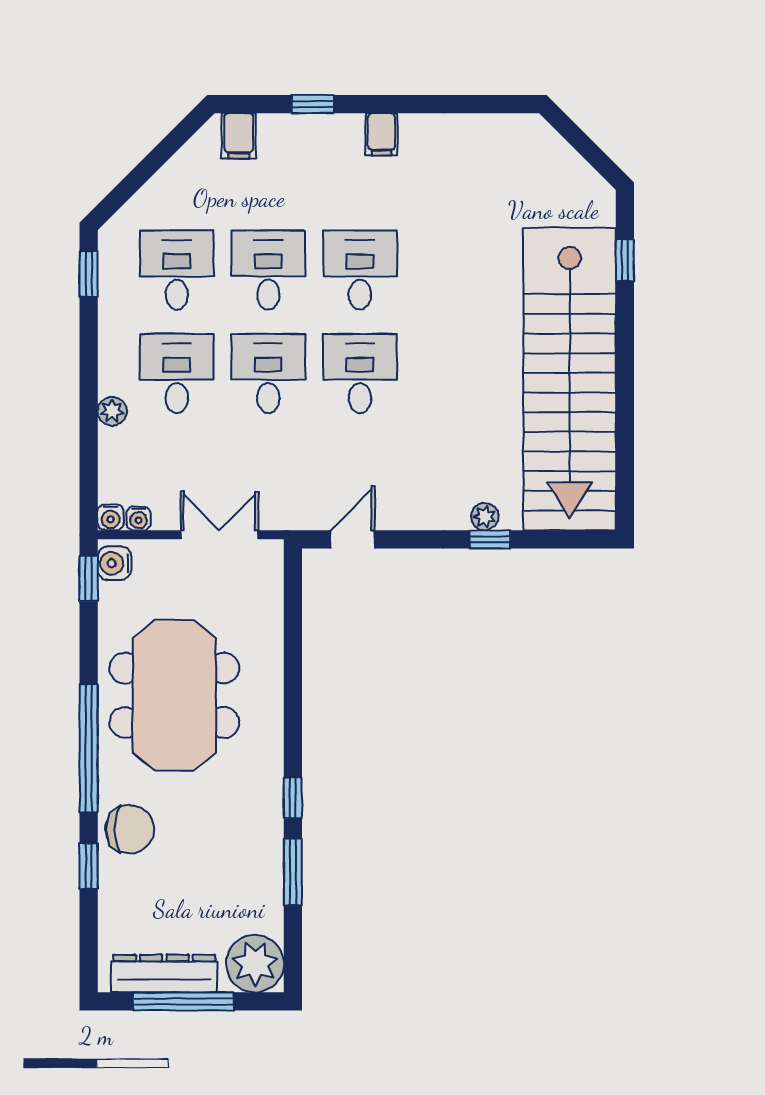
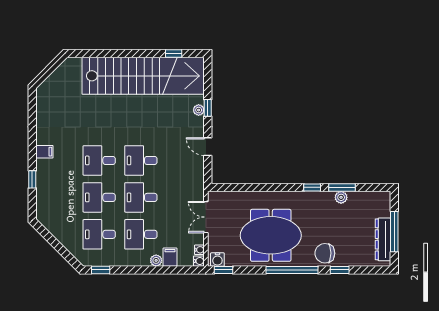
filing cabinet: (239, 136) -> (170, 257), moved, turned -90
window: (625, 260) -> (174, 54), moved
door: (353, 539) -> (208, 147), moved
chair: (130, 829) -> (325, 253), turned -90
plant: (255, 964) -> (341, 197), moved, width x0.53, depth x0.53

